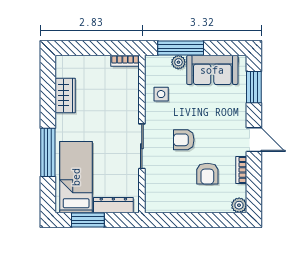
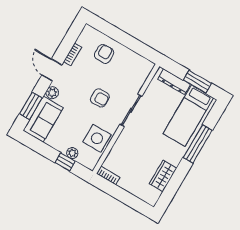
window: (181, 48) -> (65, 162), width x0.46
sofa: (212, 70) -> (43, 119), moved, turned 90
side table: (161, 94) -> (97, 138), width x1.87, depth x1.87
armchair: (207, 174) -> (104, 54), moved
plant: (239, 205) -> (52, 93), moved

